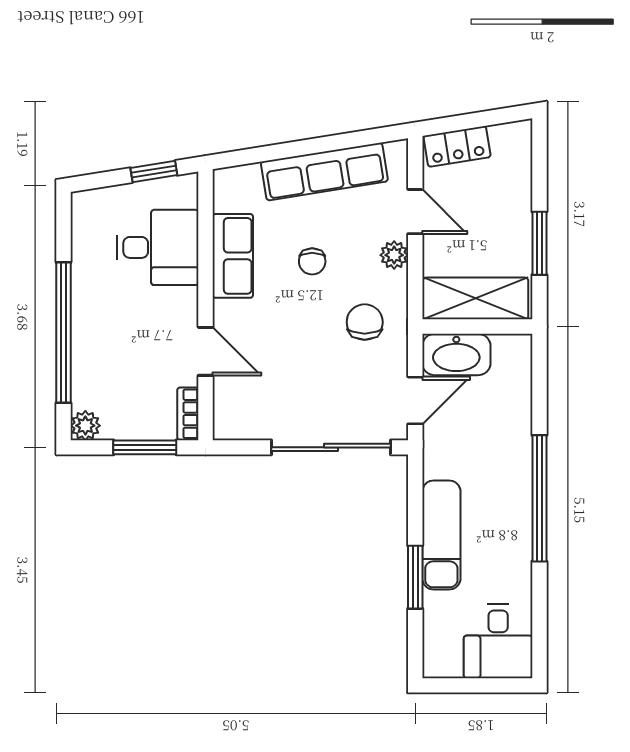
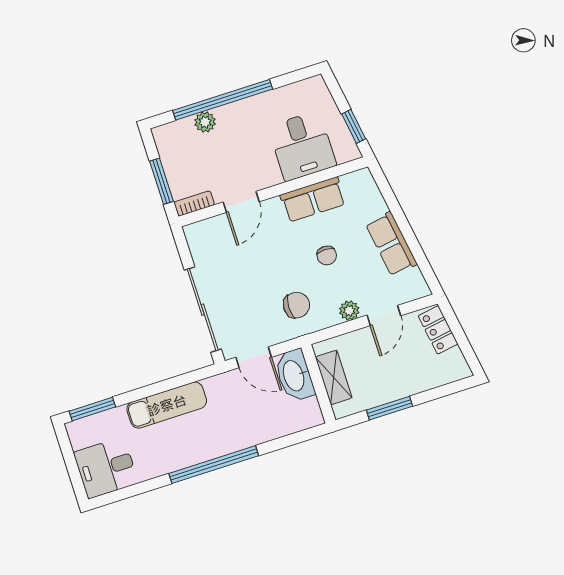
row of seats: (324, 172) -> (391, 244), width x0.68
chair: (312, 261) -> (327, 255), turned -90
shelving: (476, 298) -> (334, 377), width x0.67, depth x0.75
plant: (85, 426) -> (205, 122), moved
window: (415, 577) -> (92, 409), moved

